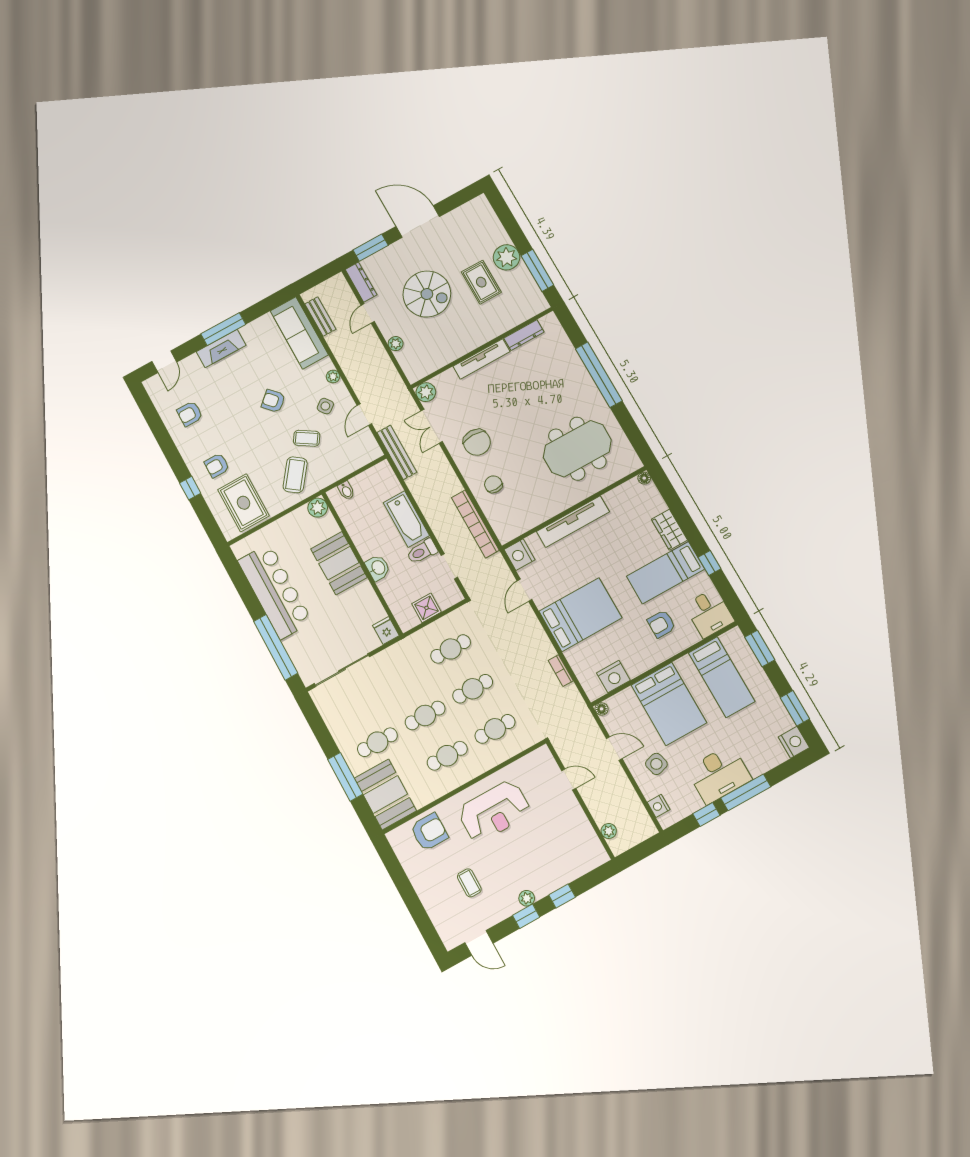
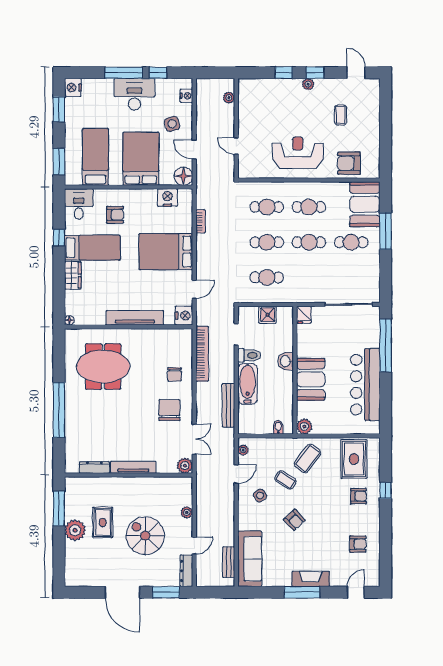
plant: (333, 376) -> (243, 450), moved
bench: (397, 452) -> (228, 405), moved
floor lamp: (602, 709) -> (183, 176), width x1.89, depth x1.89

